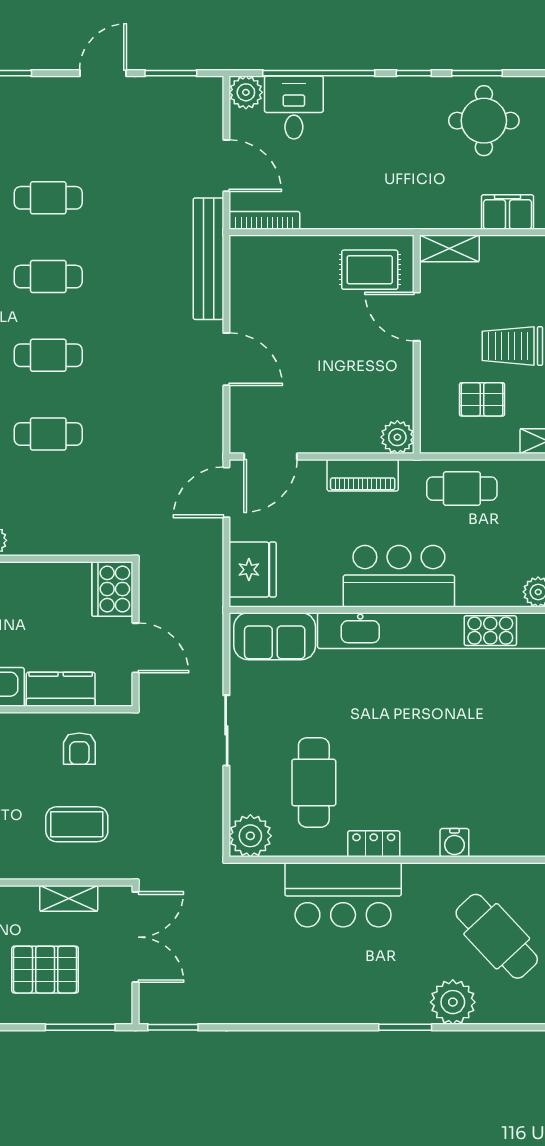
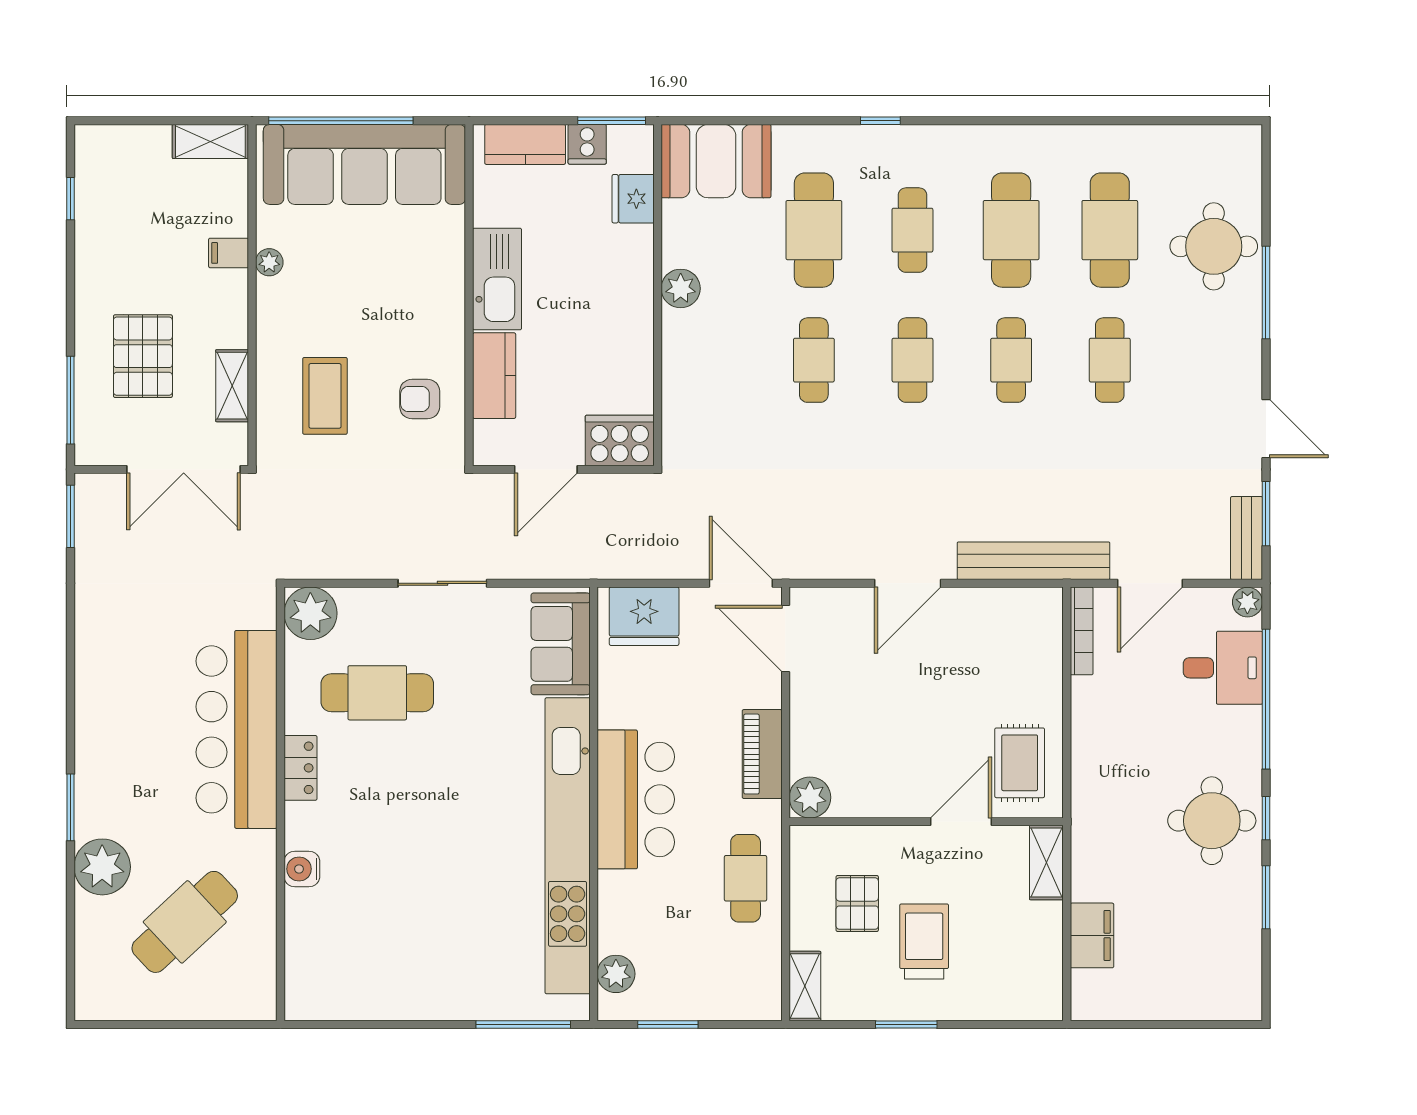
bench: (190, 89) -> (1247, 538), added
plant: (246, 92) -> (1247, 602), width x0.73, depth x0.73
round table: (484, 121) -> (1212, 821), moved
bar counter: (343, 895) -> (237, 729), width x1.36

